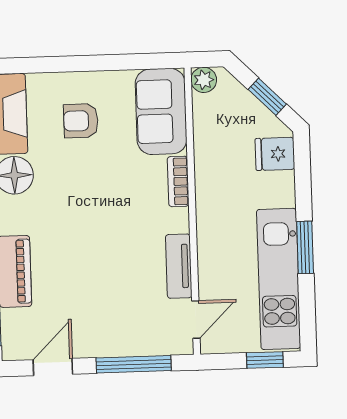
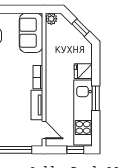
fridge: (275, 154) -> (83, 71), moved
bookcase: (178, 181) -> (38, 77), moved
door: (196, 320) -> (44, 130), hinge flipped

